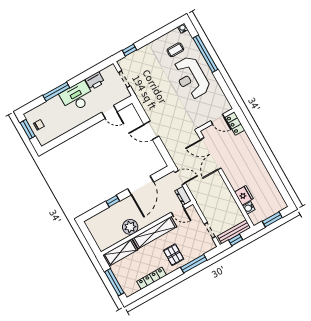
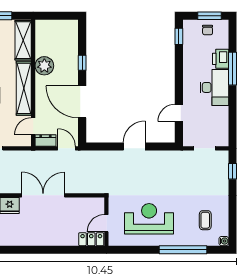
reception desk: (191, 78) -> (149, 219), moved
printer: (95, 81) -> (221, 59), moved
window: (55, 143) -> (179, 36), added
double door: (211, 154) -> (43, 195), moved
door: (180, 178) -> (67, 148), swing flipped

